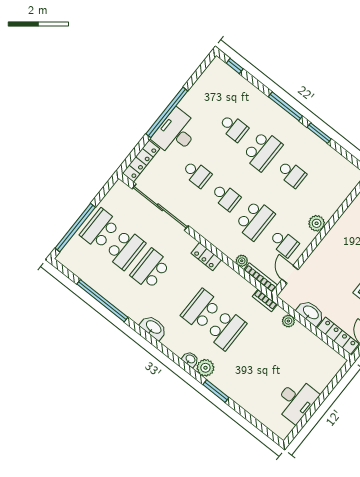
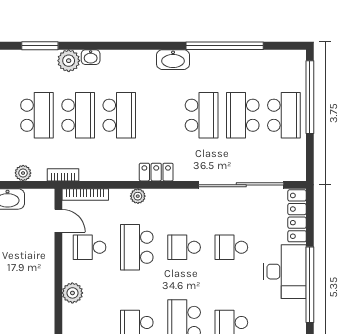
plant: (242, 261) -> (138, 196), moved
washbasin: (153, 327) -> (173, 60), moved
school desk: (226, 330) -> (78, 115), turned 180
school desk: (252, 350) -> (37, 115), added

